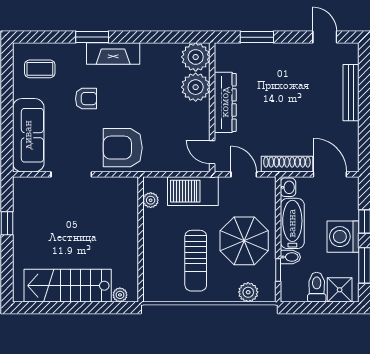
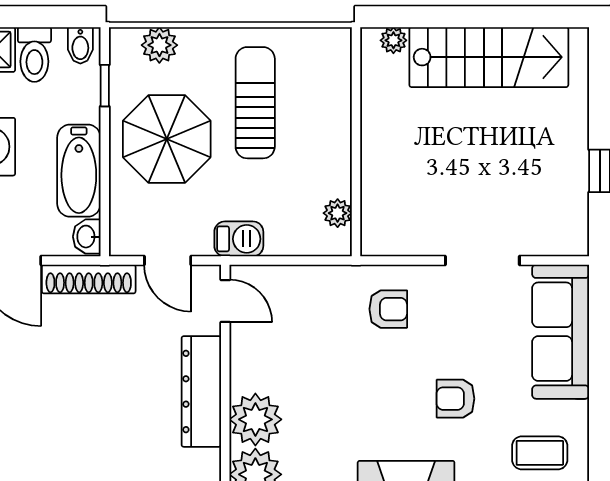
armchair: (123, 148) -> (388, 309), width x0.53, depth x0.53
barbecue: (193, 191) -> (239, 239), width x0.53, depth x0.65
bidet: (290, 257) -> (80, 45), moved, turned -90

